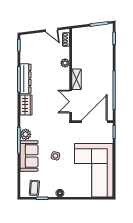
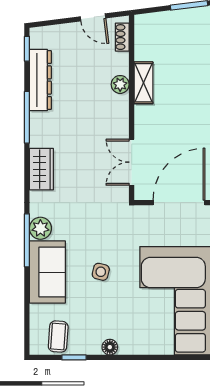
dresser: (26, 79) -> (40, 80), moved
shelving: (77, 79) -> (143, 83), moved

